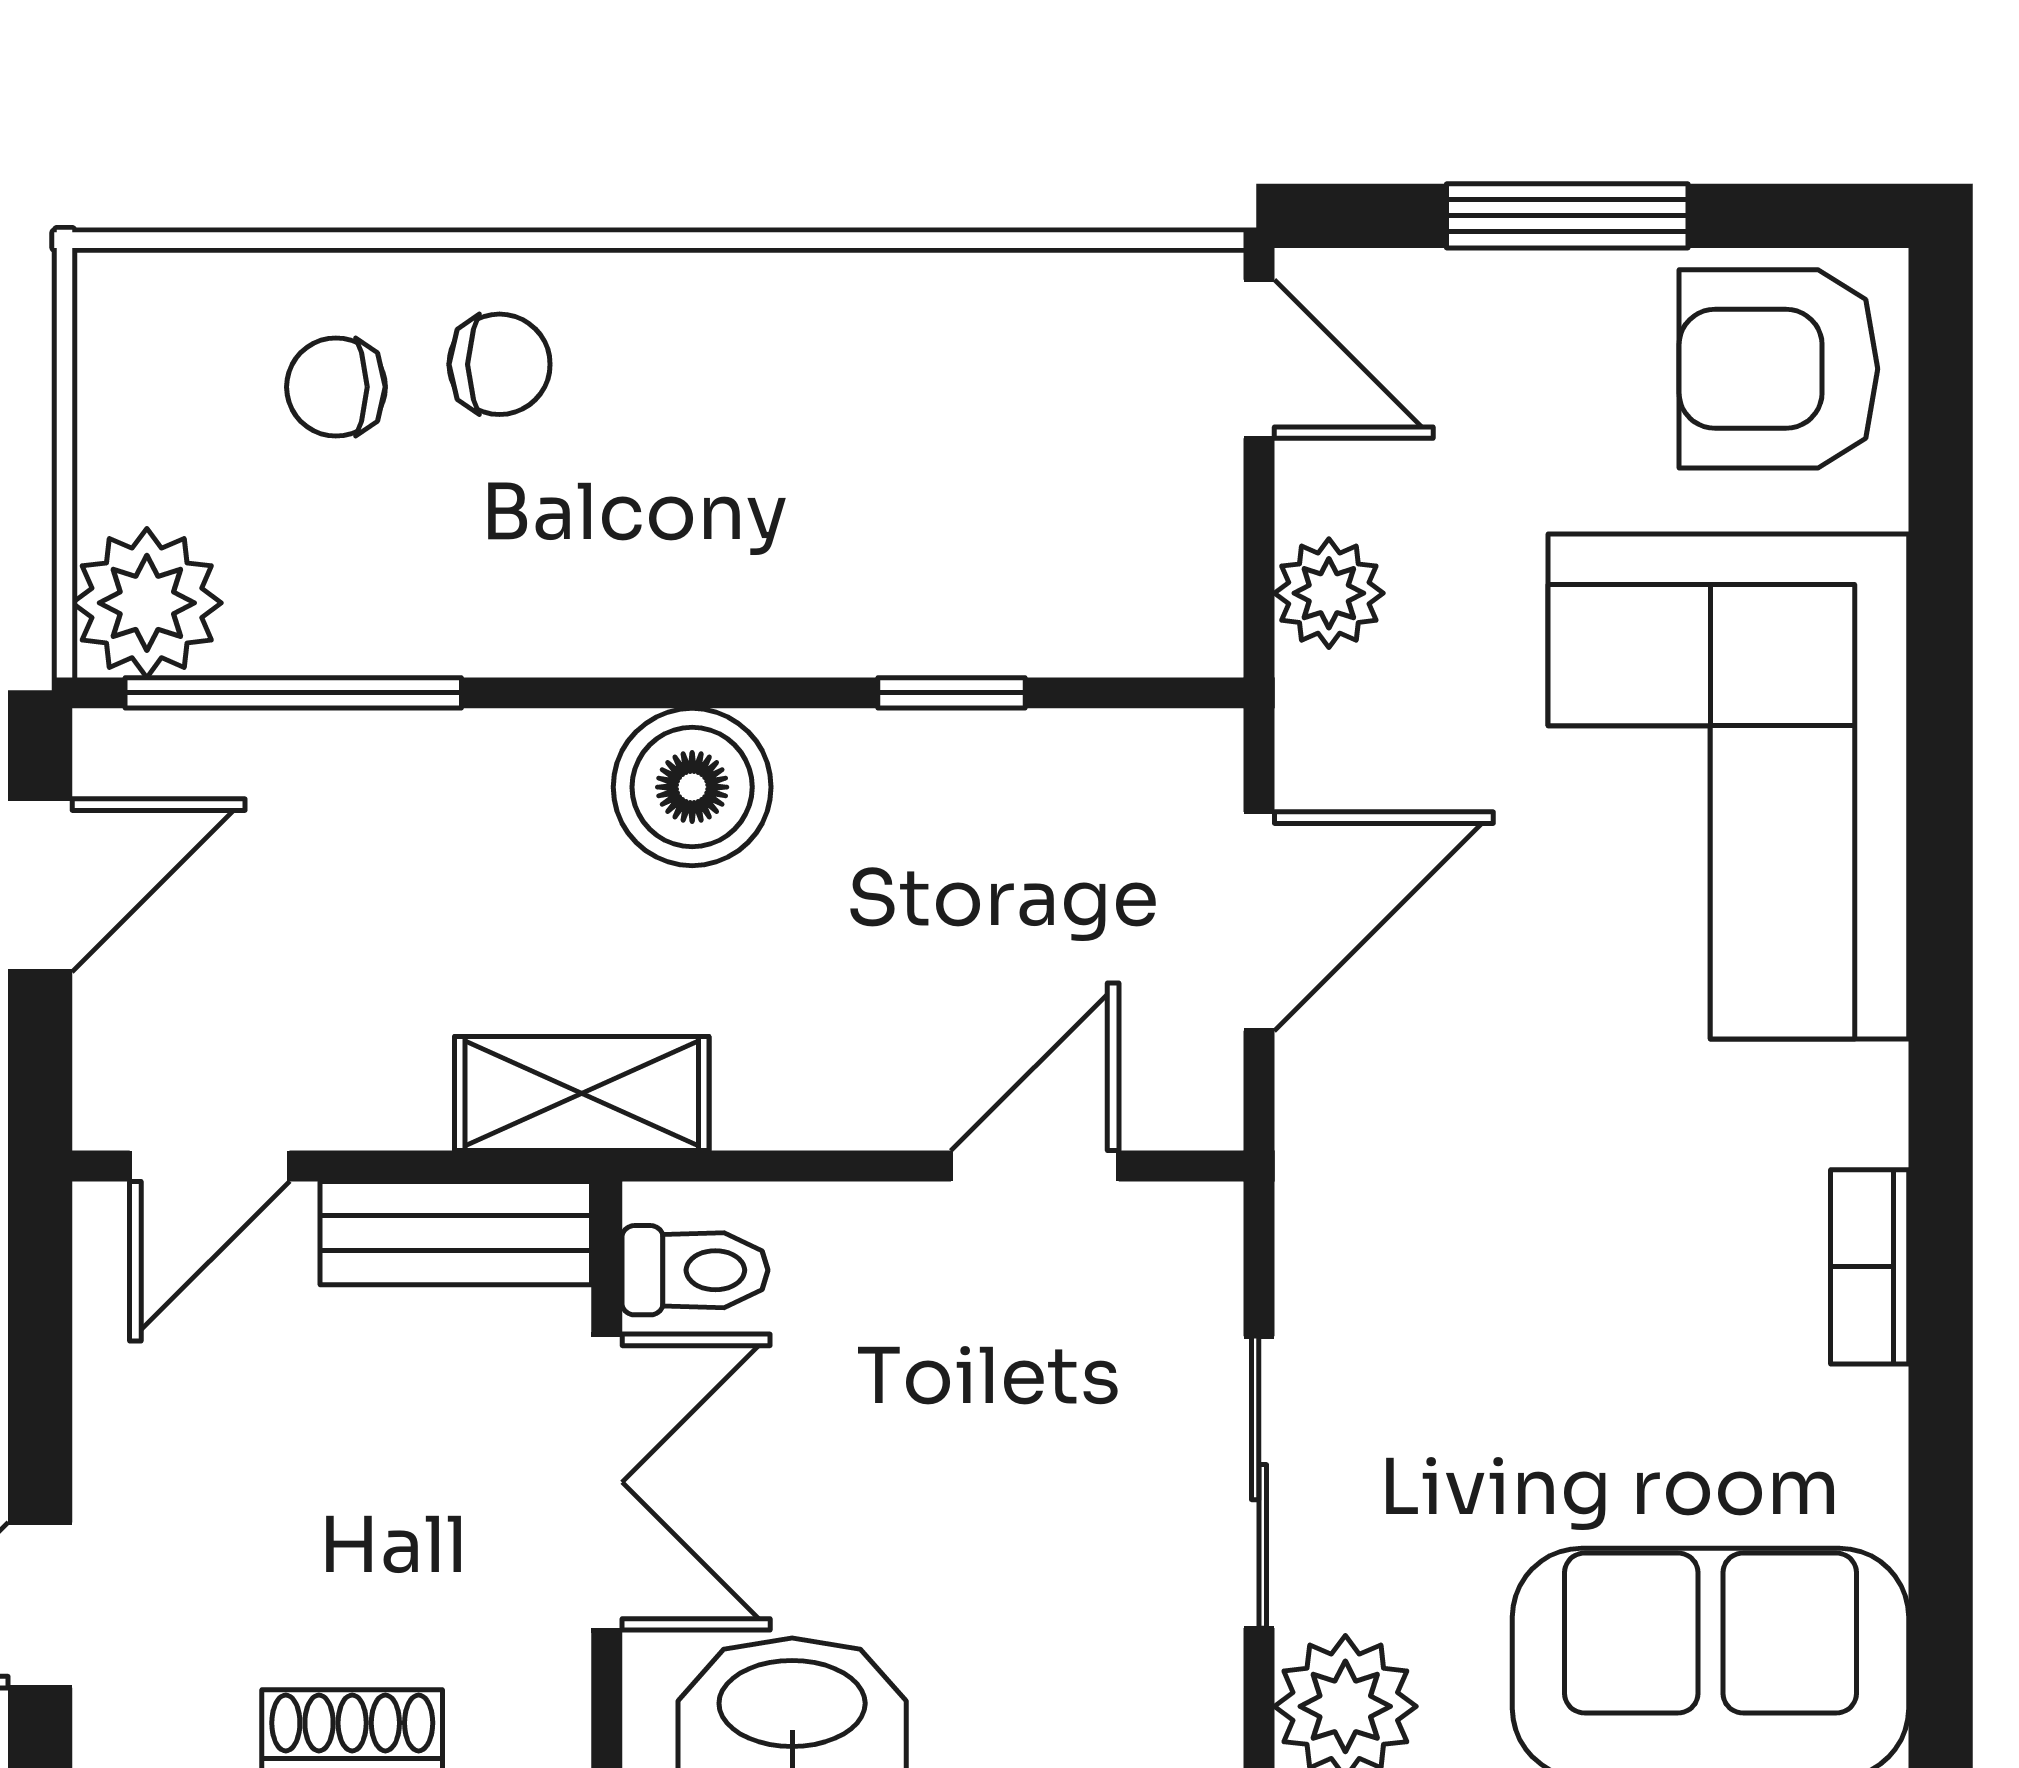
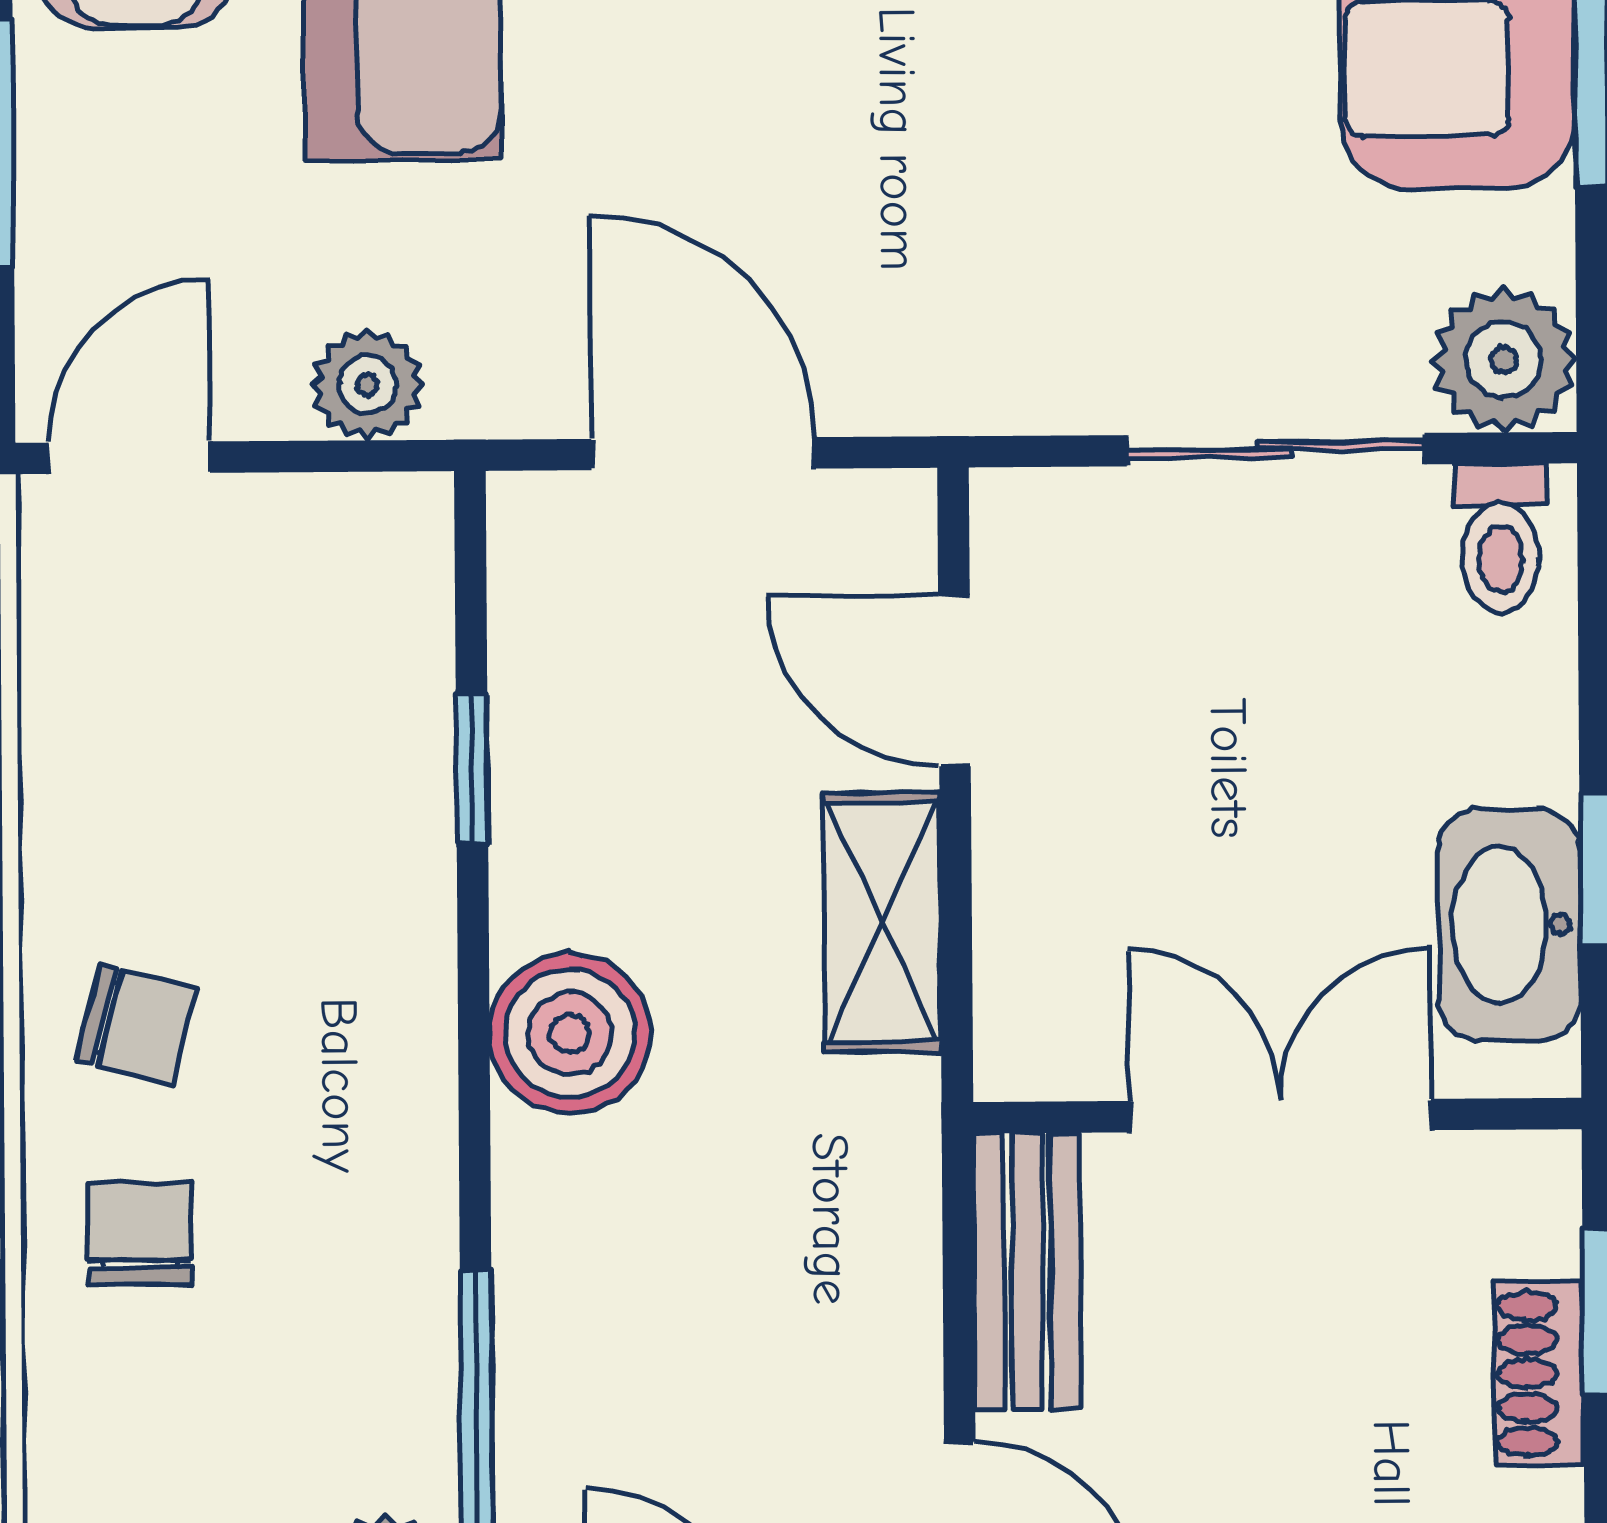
chair: (336, 387) -> (137, 1024), moved, turned -75
shelving: (582, 1093) -> (882, 922), moved
toilet: (695, 1270) -> (1500, 538), moved, turned 180

